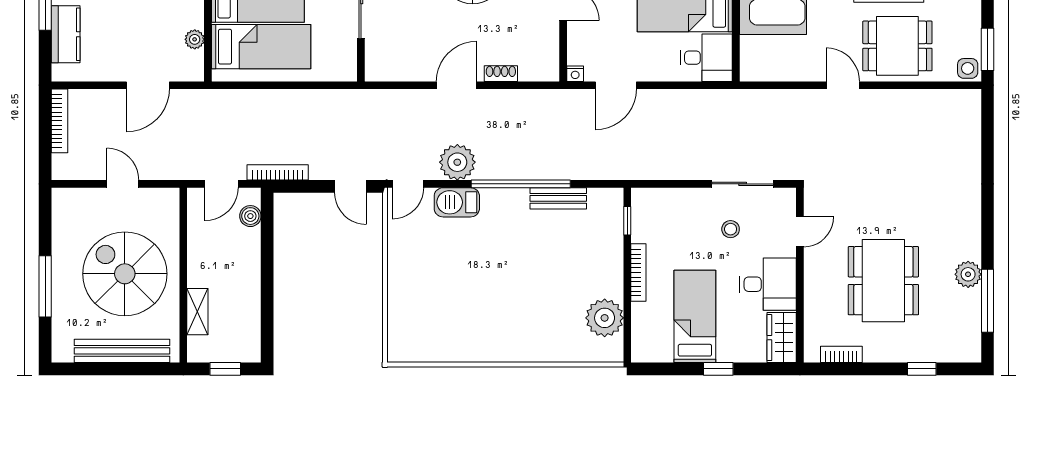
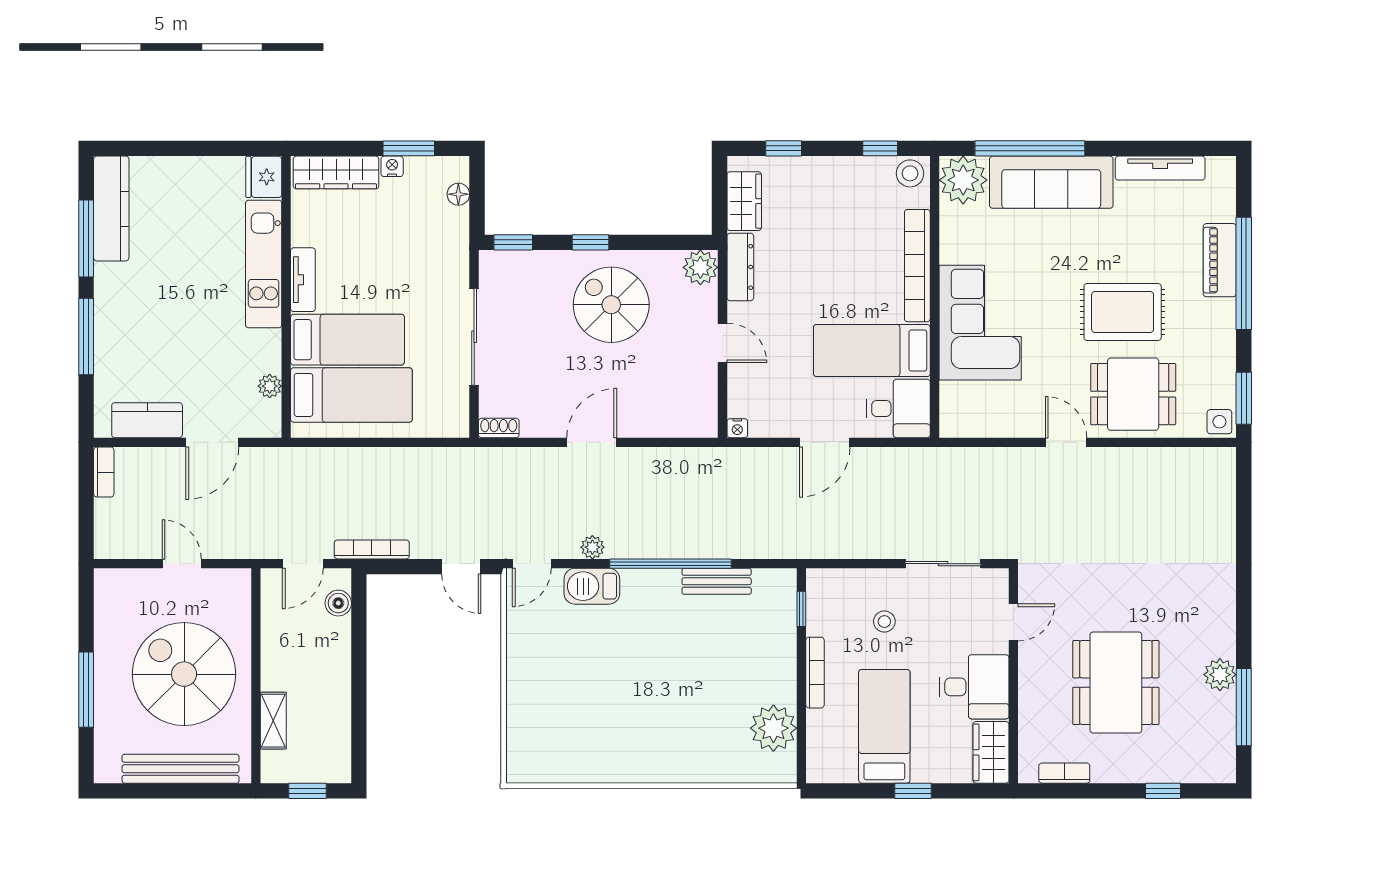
kitchen counter: (66, 34) -> (147, 420), moved, turned -90
shoe rack: (501, 74) -> (499, 428), moved
door: (616, 85) -> (825, 442), moved
bookcase: (59, 121) -> (104, 472), width x0.64
plant: (457, 162) -> (592, 547), width x0.53, depth x0.53
stool: (731, 229) -> (884, 622), moved

